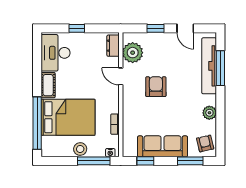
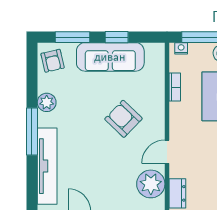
window: (220, 68) -> (32, 131), moved
door: (121, 76) -> (167, 152), swing flipped
armchair: (156, 87) -> (123, 119), moved, turned 134
window: (145, 161) -> (117, 37), moved

